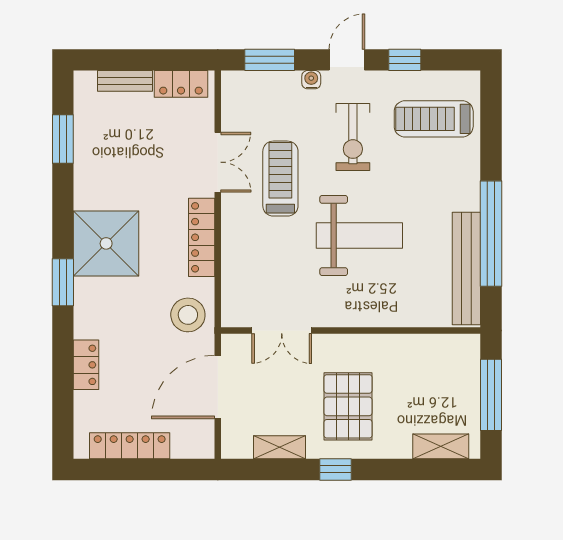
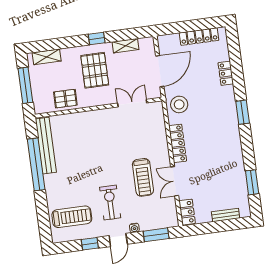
locker: (181, 84) -> (187, 212), moved, turned 90
weight bench: (359, 235) -> (100, 155), removed
shower: (106, 243) -> (224, 134), removed
pallet: (414, 358) -> (65, 99), added

